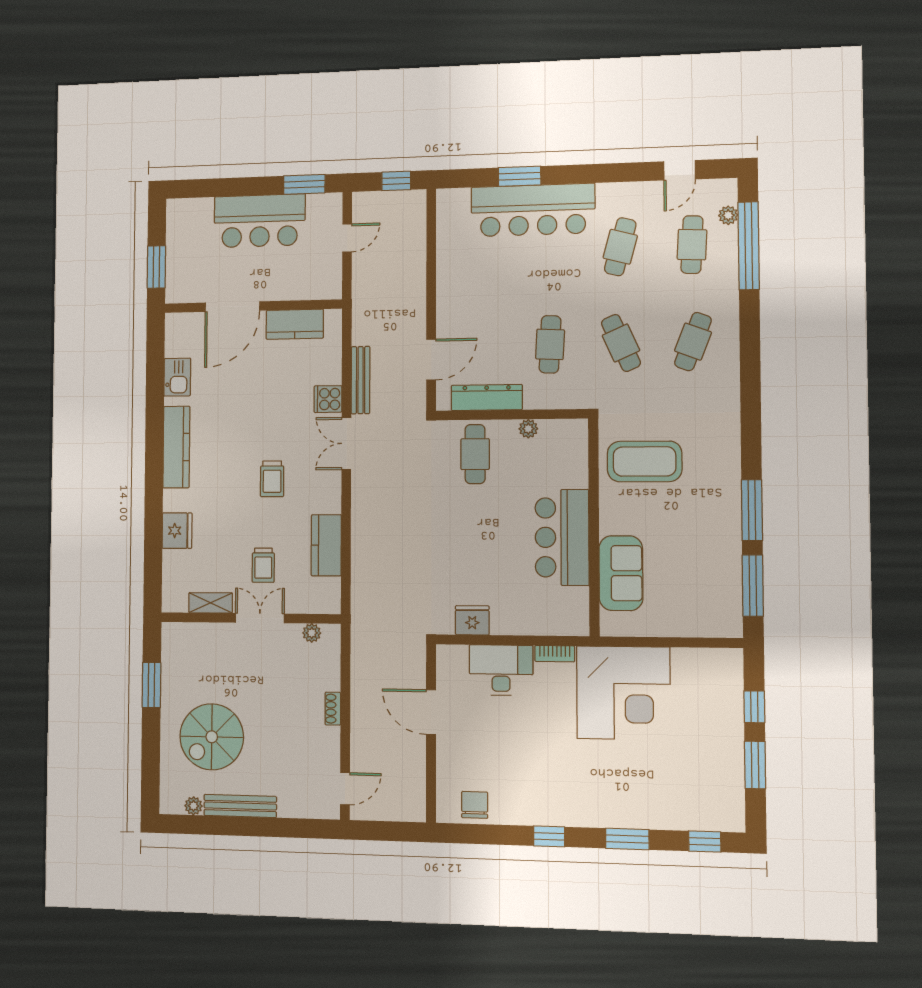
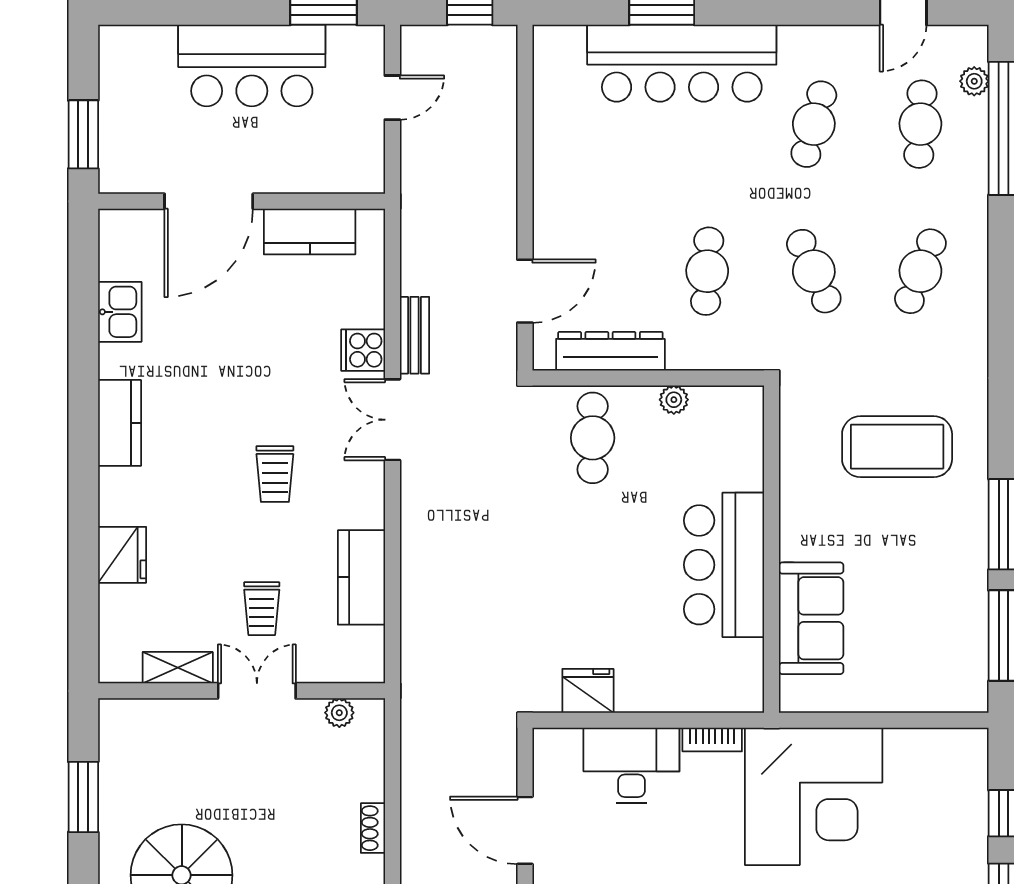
bench: (361, 380) -> (414, 335), width x0.73
kitchen counter: (176, 447) -> (120, 423), width x0.67
coffee table: (645, 461) -> (897, 447), moved

